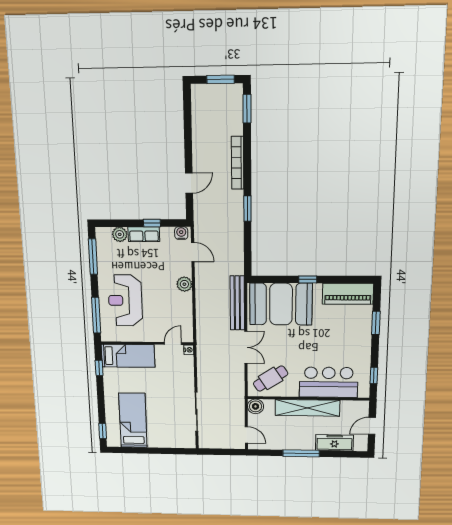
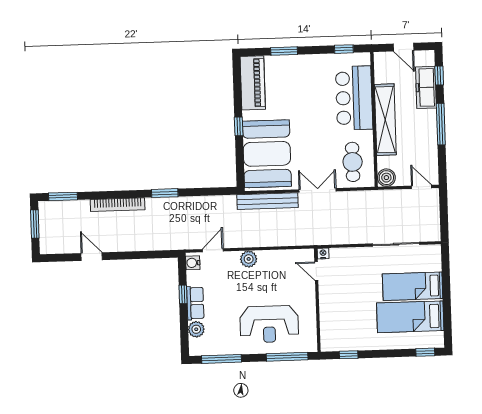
door: (189, 183) -> (92, 257), moved
bed: (128, 356) -> (413, 286), moved, turned -90
cafe table: (271, 379) -> (353, 162), turned 33
door: (246, 435) -> (421, 187), hinge flipped
window: (344, 454) -> (439, 76), added

